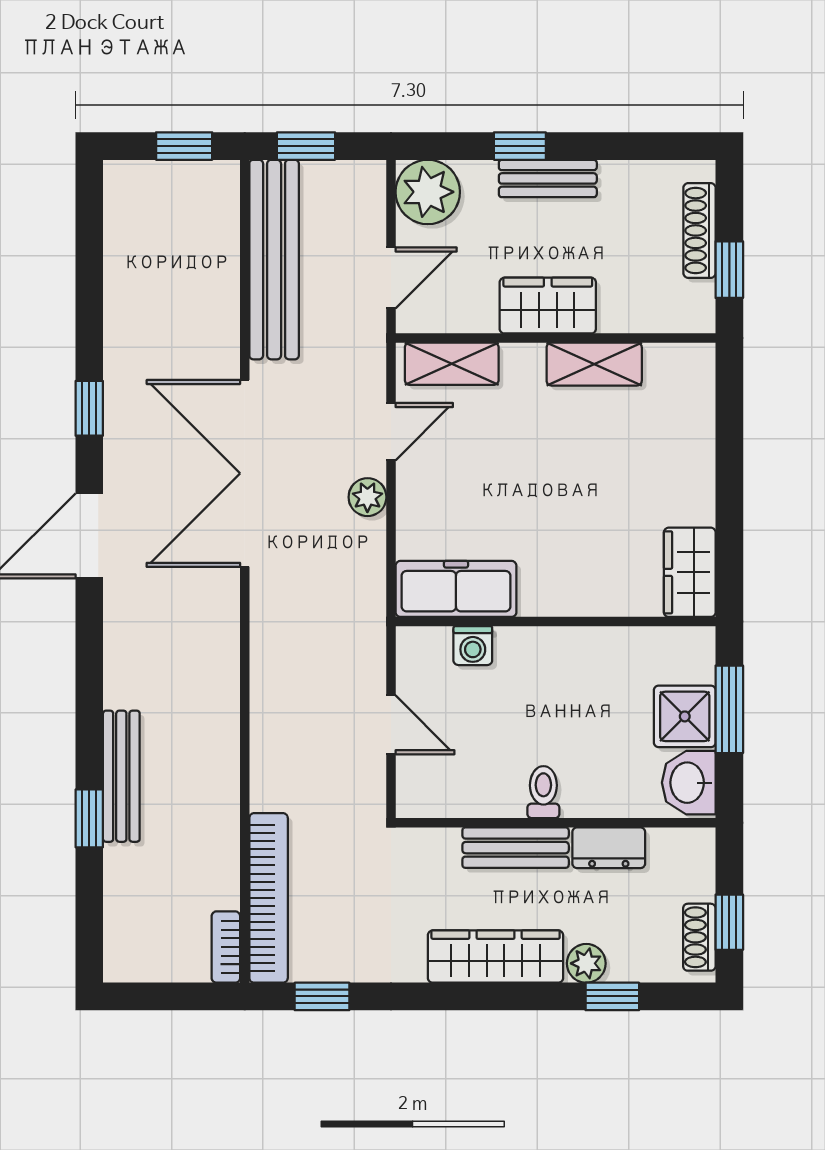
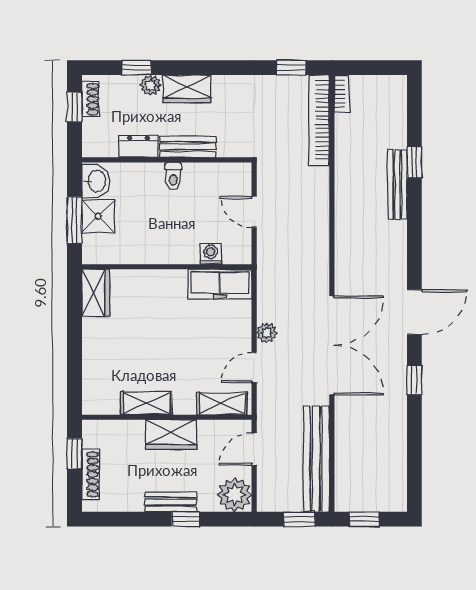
wardrobe: (496, 957) -> (187, 89), width x0.67

